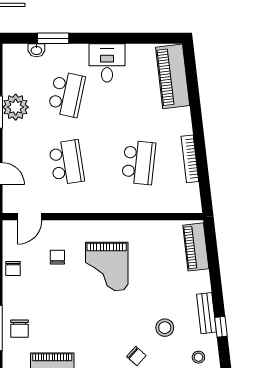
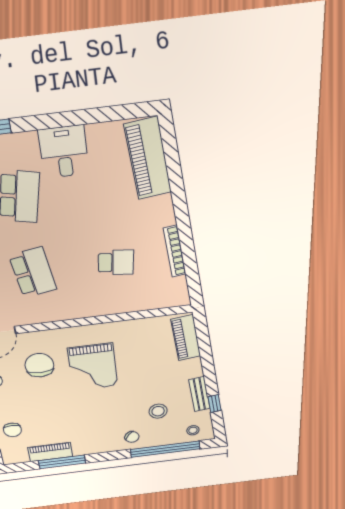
school desk: (139, 162) -> (116, 262), width x0.54
chair: (57, 257) -> (39, 365), width x1.87, depth x1.87

